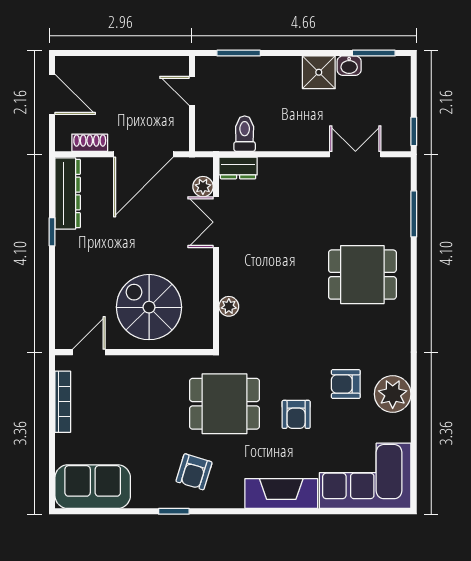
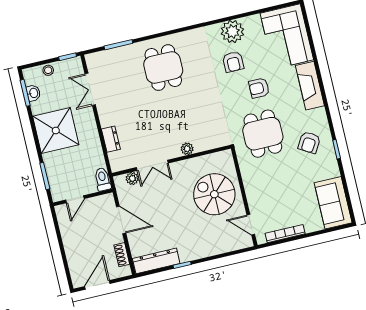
washbasin: (349, 66) -> (33, 93), moved
shower: (319, 72) -> (56, 130), width x1.86, depth x1.86
stool: (400, 97) -> (48, 70), added
toilet: (245, 134) -> (103, 179), moved, turned 90
door: (143, 154) -> (121, 220), width x0.73
dresser: (238, 168) -> (111, 139), moved
plant: (229, 306) -> (187, 149), moved
spiral stairs: (149, 307) -> (214, 194), turned 90
armchair: (296, 414) -> (259, 88), turned 180
armchair: (194, 472) -> (309, 143), turned 104

